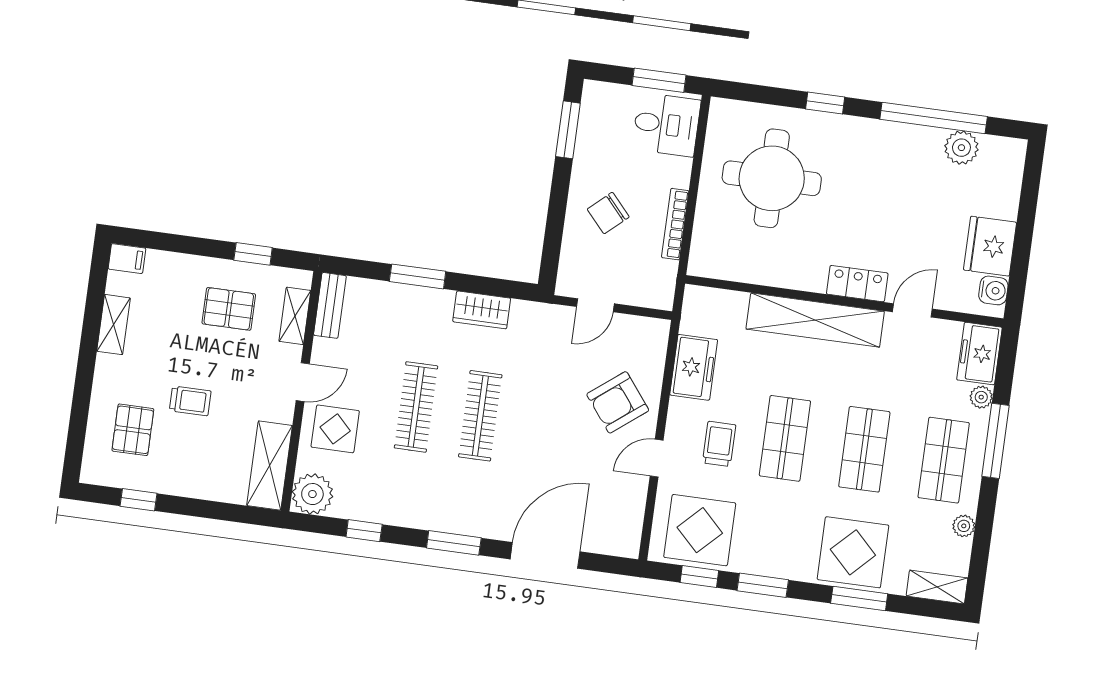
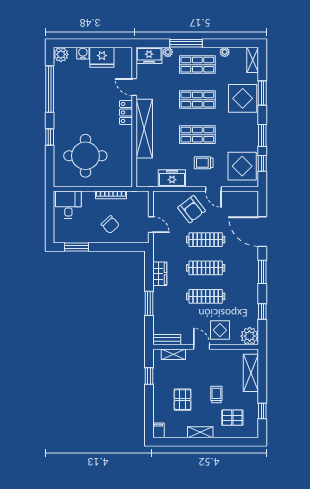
window: (659, 80) -> (50, 210), removed
plant: (961, 148) -> (61, 54), moved
water cooler: (993, 290) -> (83, 53), moved
pallet: (229, 309) -> (183, 400), moved
shelving: (114, 325) -> (200, 432), moved
clothes rail: (544, 425) -> (206, 240), added
shelving: (270, 466) -> (251, 373), moved, turned 90

